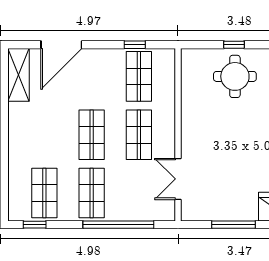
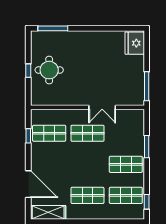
shop shelf: (92, 135) -> (87, 195), moved
double door: (178, 179) -> (102, 107), moved
window: (118, 225) -> (147, 147), width x0.47
window: (233, 225) -> (147, 86), moved

